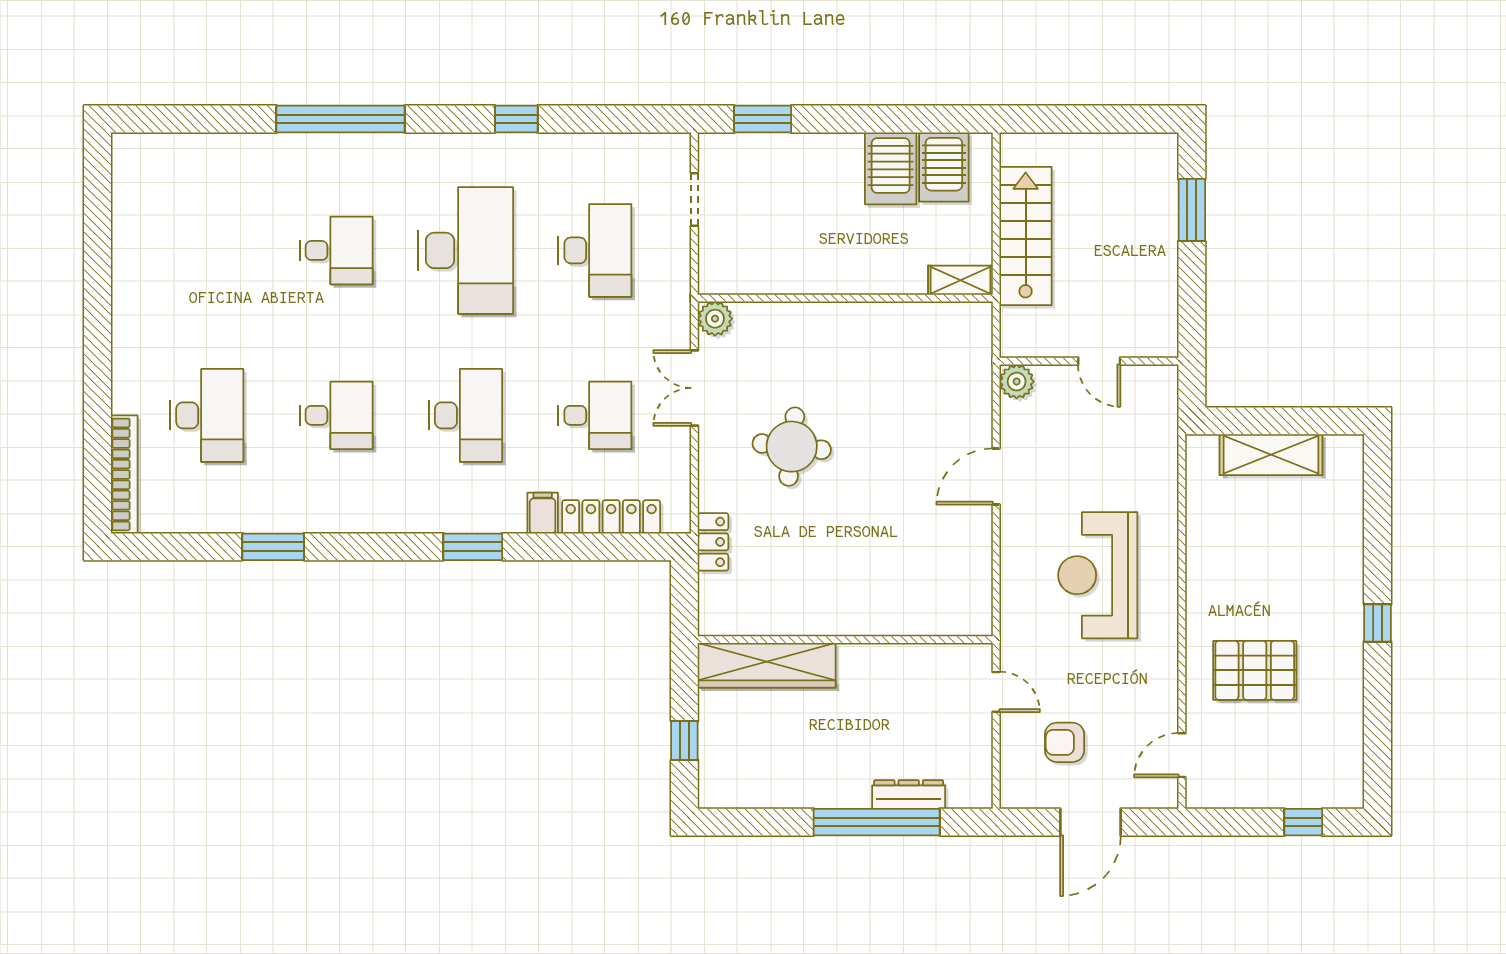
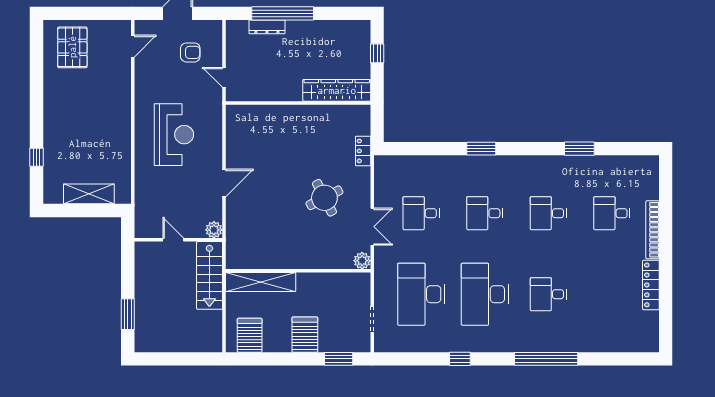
server rack: (891, 168) -> (305, 335), moved
stairs: (1026, 236) -> (209, 275), moved
desk: (595, 250) -> (421, 294), width x1.36, depth x1.30
shelving: (960, 280) -> (261, 282), width x2.20, depth x1.33
desk: (207, 415) -> (612, 213), width x0.73
desk: (466, 415) -> (485, 213), width x0.73
round table: (792, 447) -> (324, 198), turned -33
bookcase: (124, 474) -> (653, 230), moved
filing cabinet: (543, 513) -> (447, 165), removed
locker: (611, 517) -> (651, 285), moved, turned 90
window: (1378, 623) -> (36, 157), moved
pallet: (1255, 670) -> (72, 47), moved, turned 90
window: (1303, 822) -> (73, 13), removed

